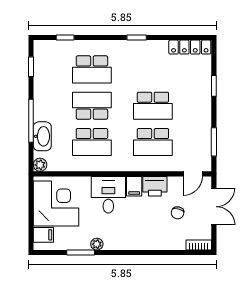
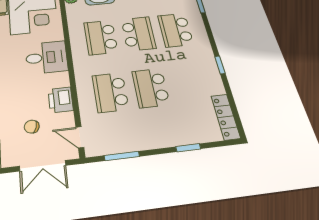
filing cabinet: (134, 186) -> (58, 80), removed

